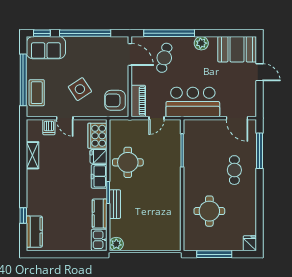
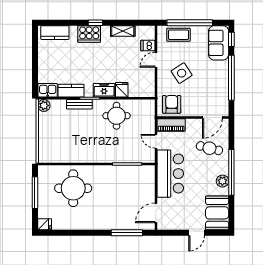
window: (169, 33) -> (231, 172), moved
cooker: (97, 136) -> (89, 34), moved, turned 180
cafe table: (234, 170) -> (110, 210), removed
round table: (209, 211) -> (73, 188), width x1.36, depth x1.36
window: (23, 215) -> (95, 23), moved

